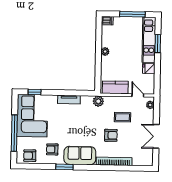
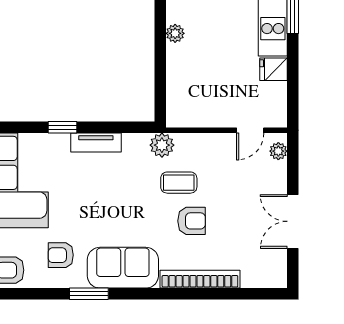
kitchen counter: (115, 87) -> (199, 113), removed
window: (35, 92) -> (62, 127), moved
door: (138, 95) -> (250, 130), swing flipped
coffee table: (122, 117) -> (179, 183), moved

